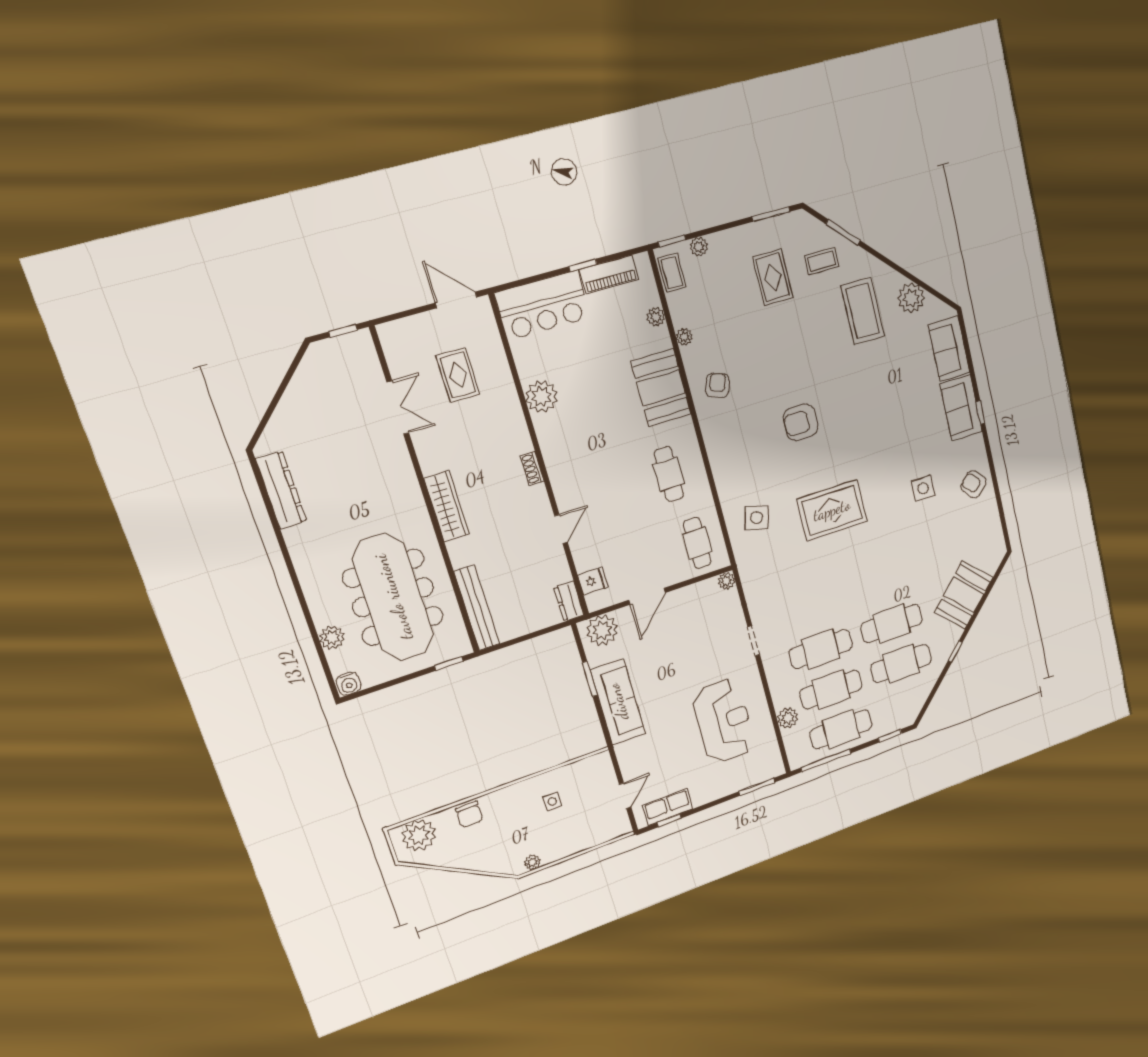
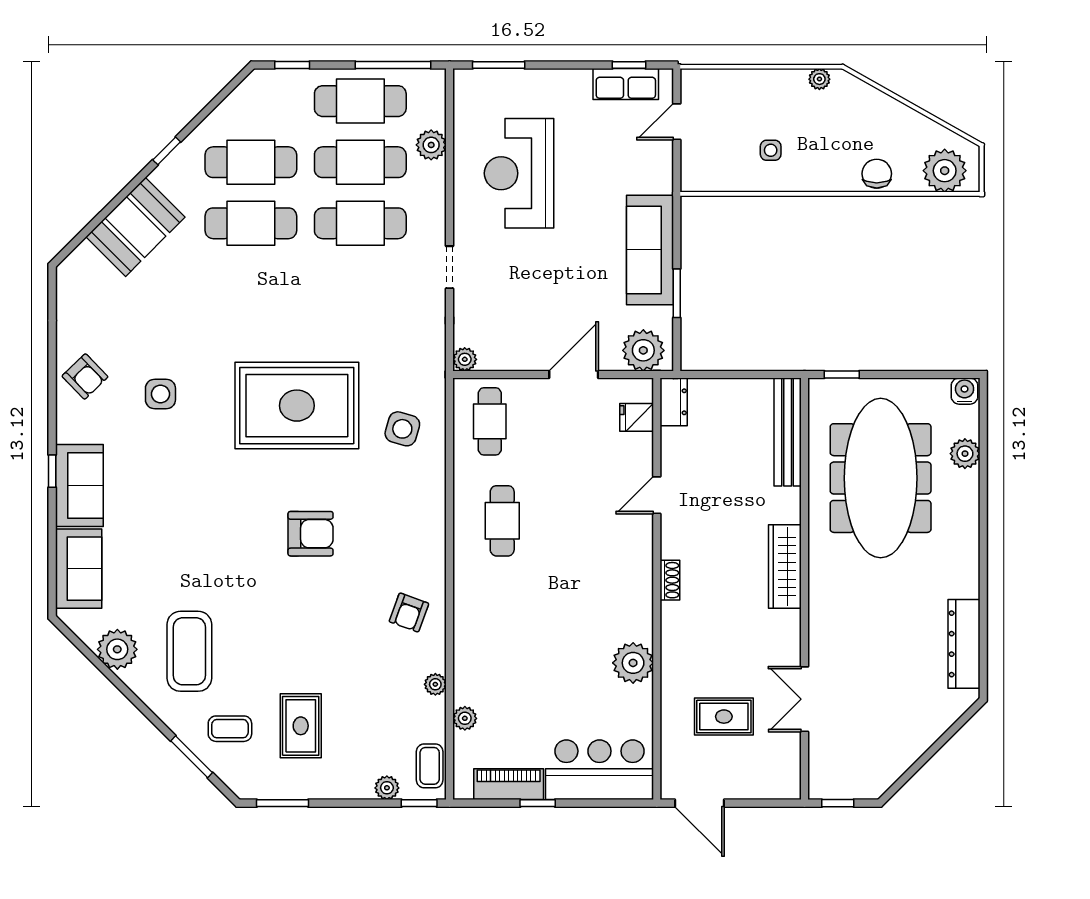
rug: (458, 375) -> (724, 717), turned 90
booth: (661, 388) -> (482, 630), removed
rug: (832, 510) -> (297, 406), width x1.37, depth x1.44

